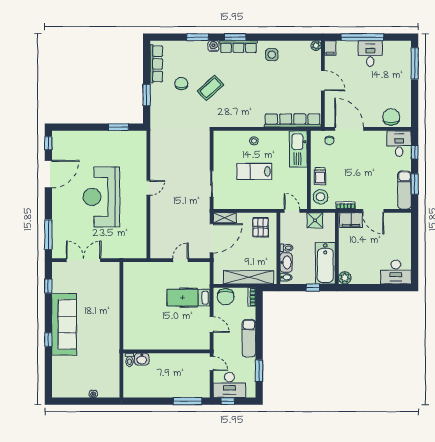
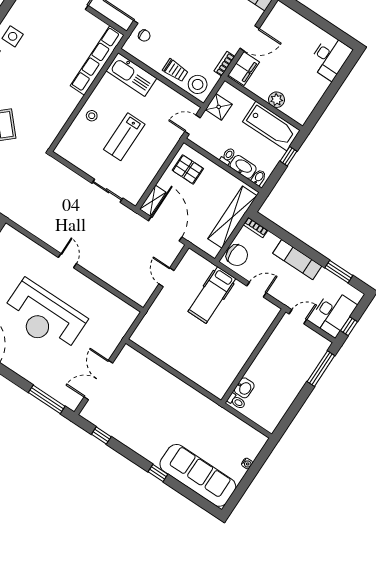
plant: (345, 278) -> (277, 100), moved
sofa: (64, 324) -> (198, 475), moved

